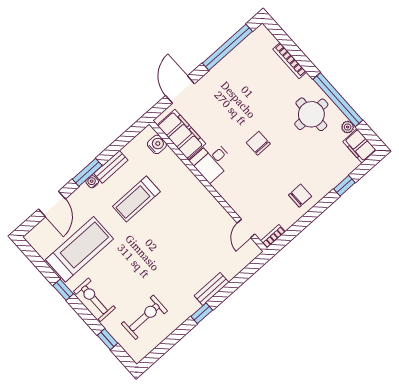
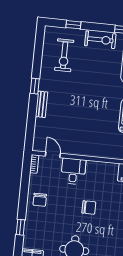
desk: (212, 161) -> (73, 171), moved

